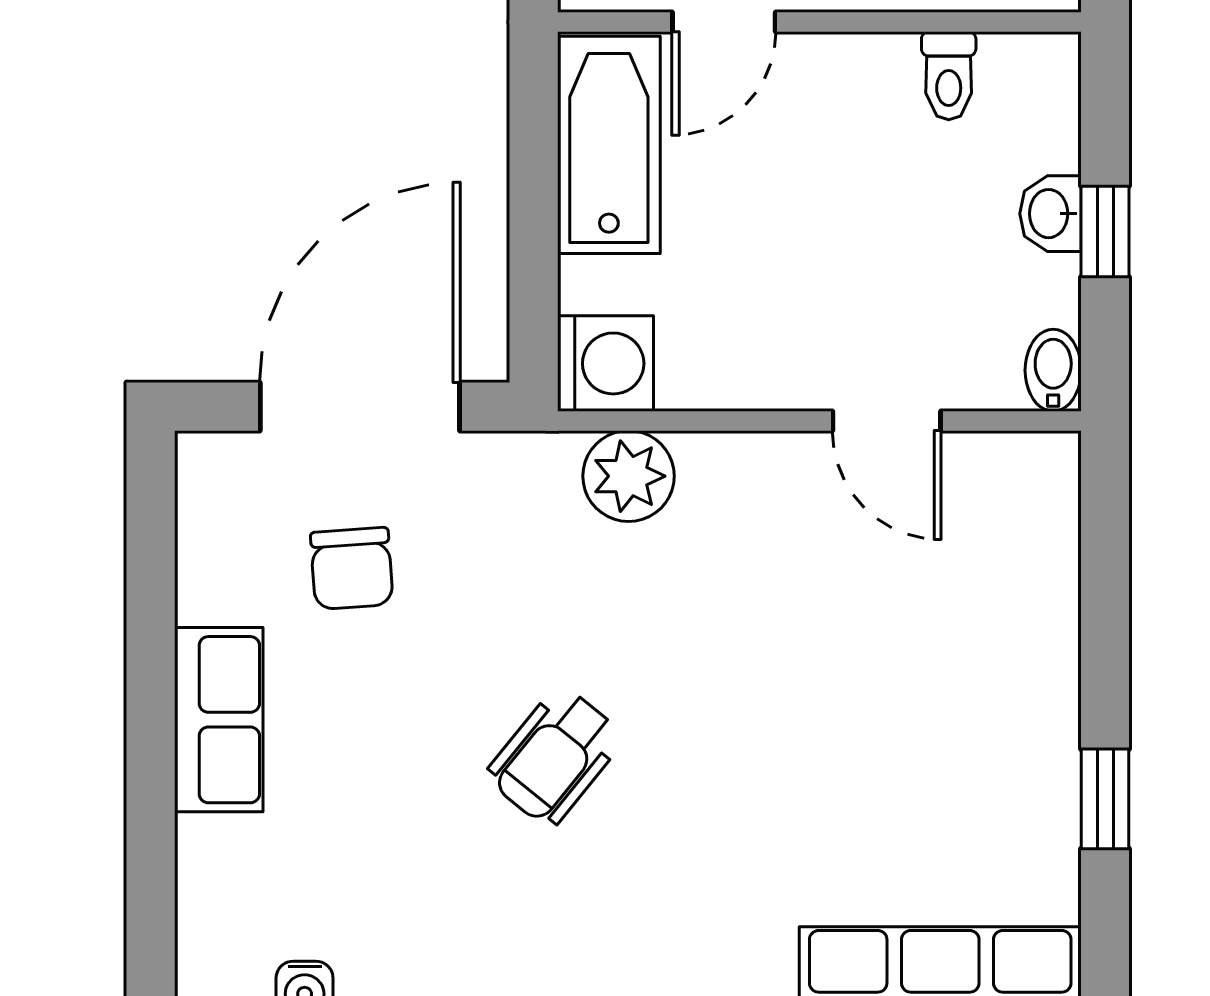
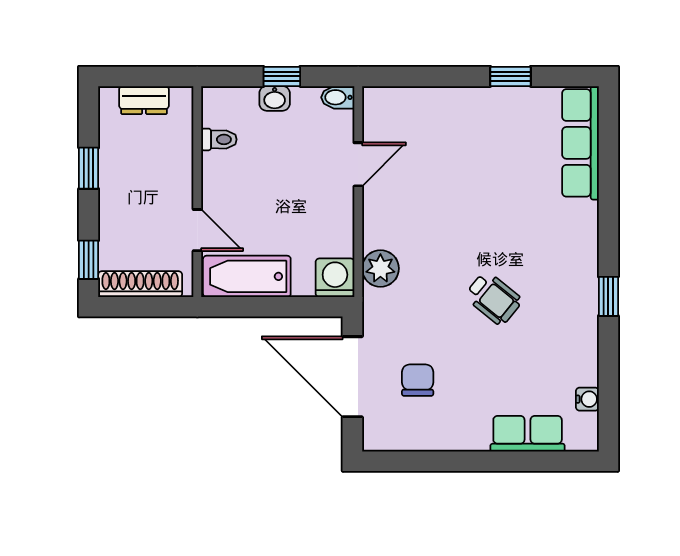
chair: (352, 568) -> (418, 380), turned -86
row of seats: (219, 720) -> (528, 434), moved

